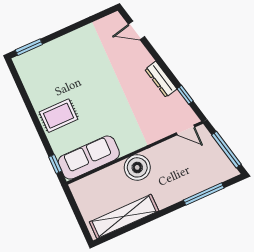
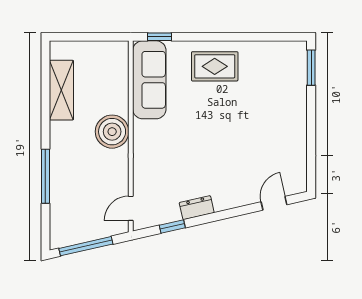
dresser: (161, 79) -> (197, 208), width x0.70
rug: (59, 116) -> (215, 66), turned 90
window: (204, 194) -> (45, 176), moved
shelving: (124, 216) -> (61, 90), width x0.68

